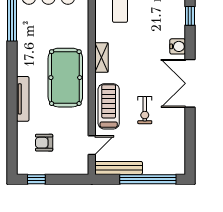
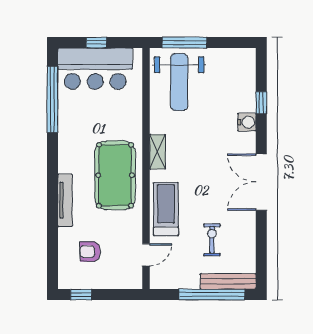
water cooler: (178, 46) -> (247, 122), moved
exercise bike: (145, 110) -> (212, 240), moved, turned 180
bench: (119, 168) -> (228, 281), moved

